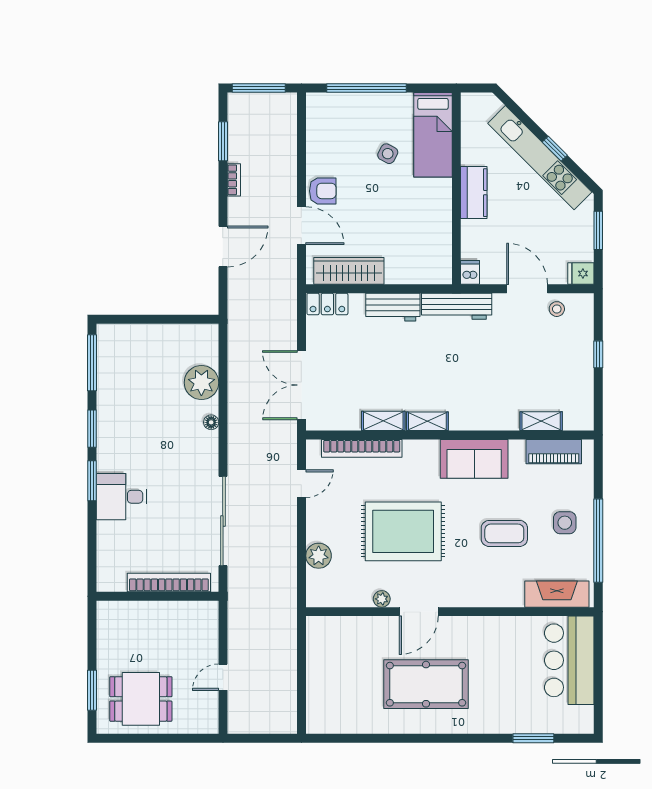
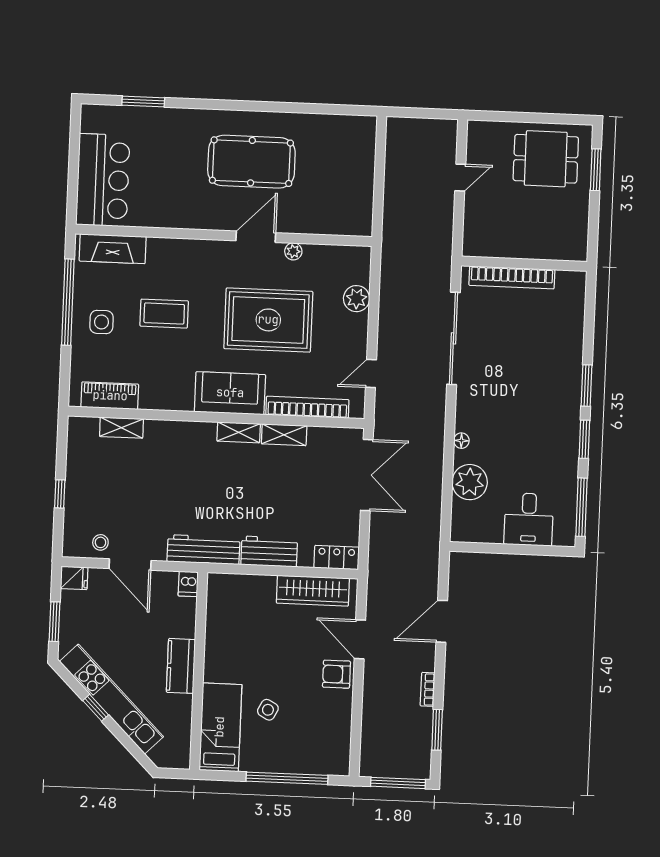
sofa: (474, 459) -> (230, 393), moved
desk: (122, 497) -> (529, 519), moved, turned 90

